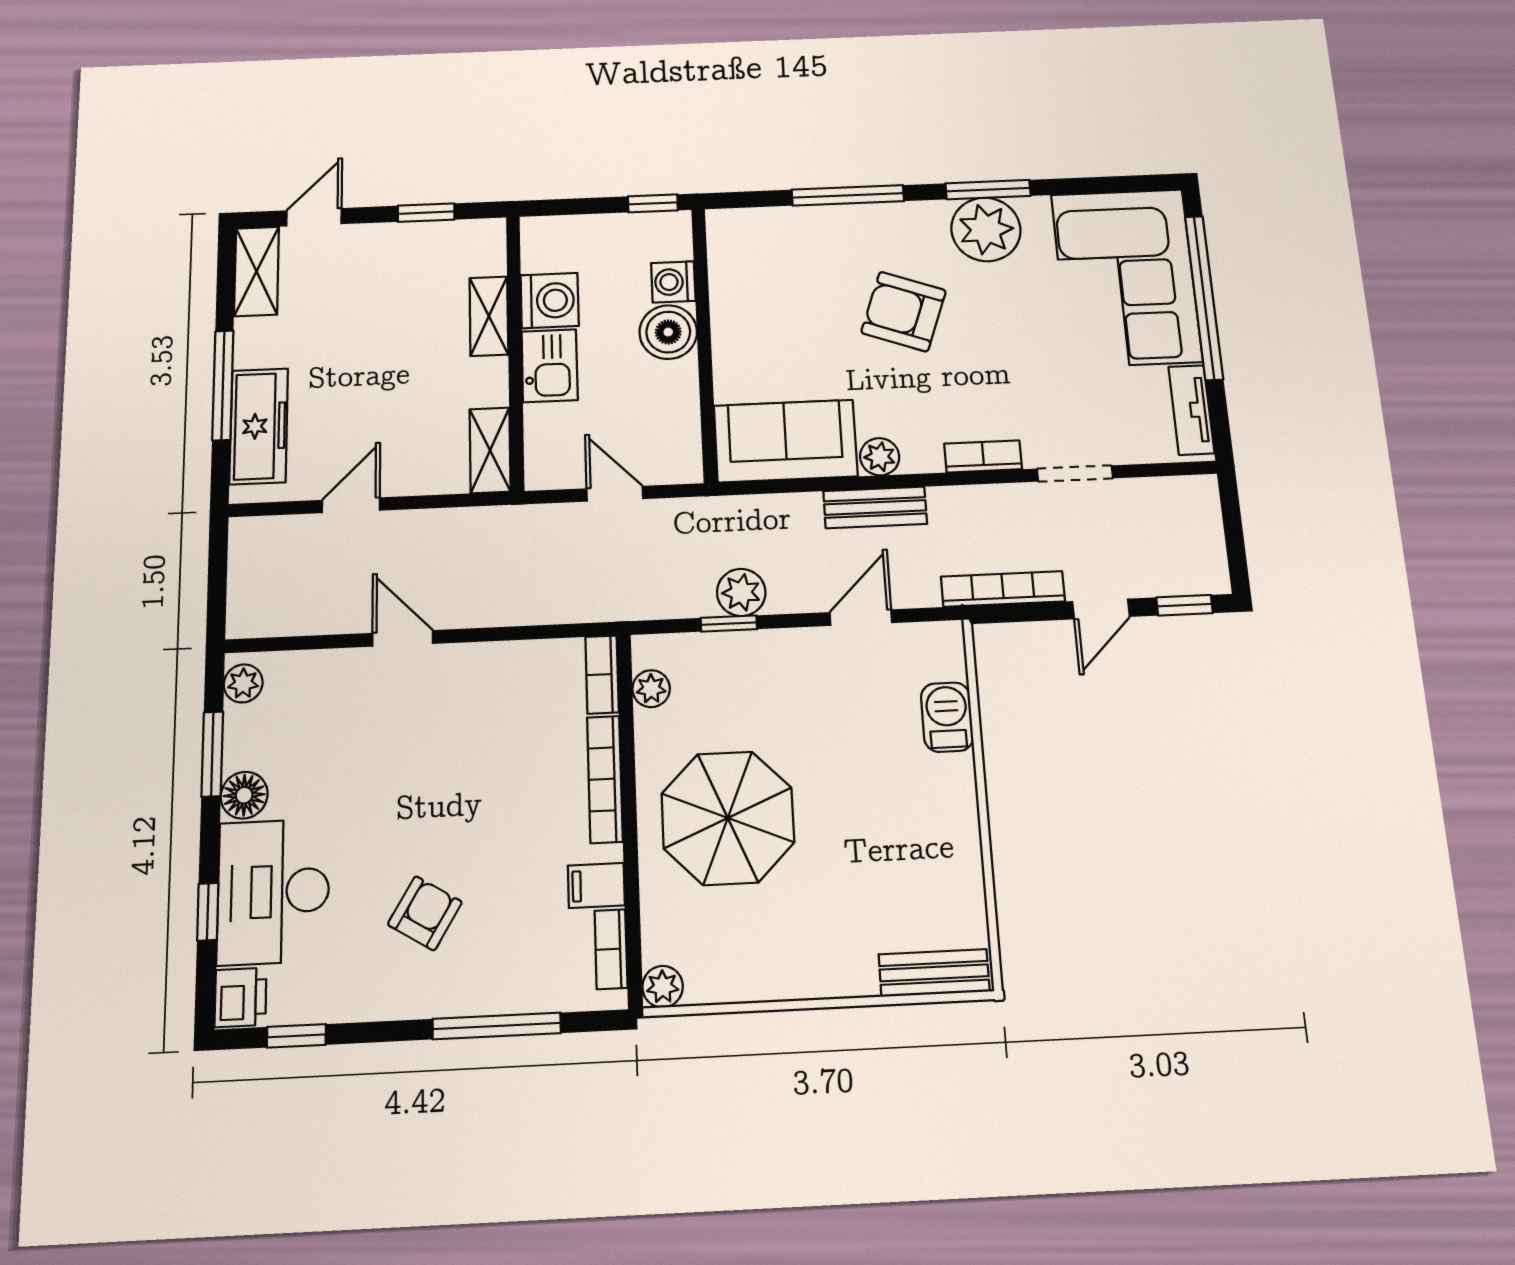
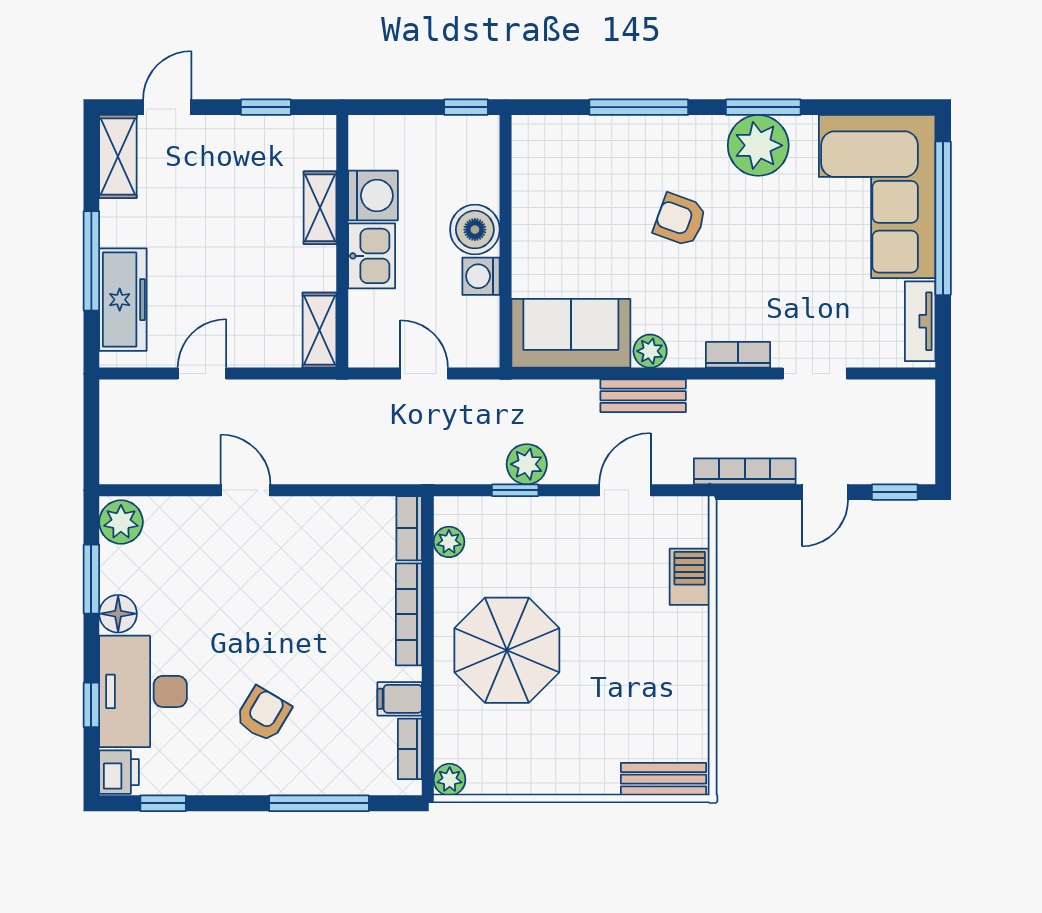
washing machine: (673, 282) -> (481, 276), moved
armchair: (904, 312) -> (680, 220), width x0.72, depth x0.72
plant: (243, 683) -> (121, 522), width x1.38, depth x1.38

